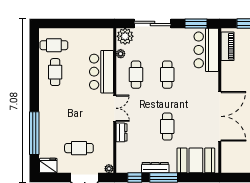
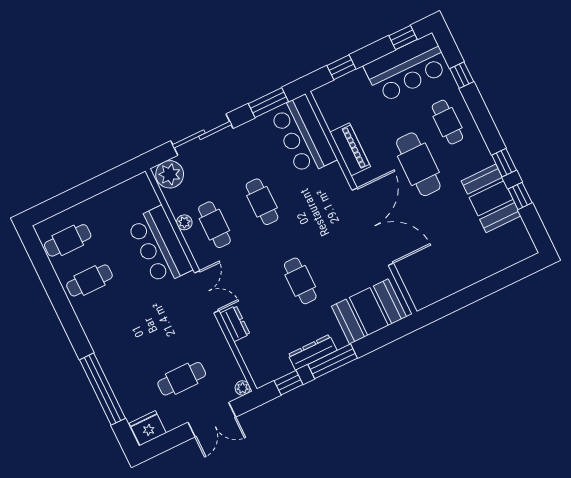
piano: (227, 46) -> (350, 149), moved
plant: (121, 54) -> (184, 222), moved
cafe table: (55, 72) -> (89, 280), turned 90

